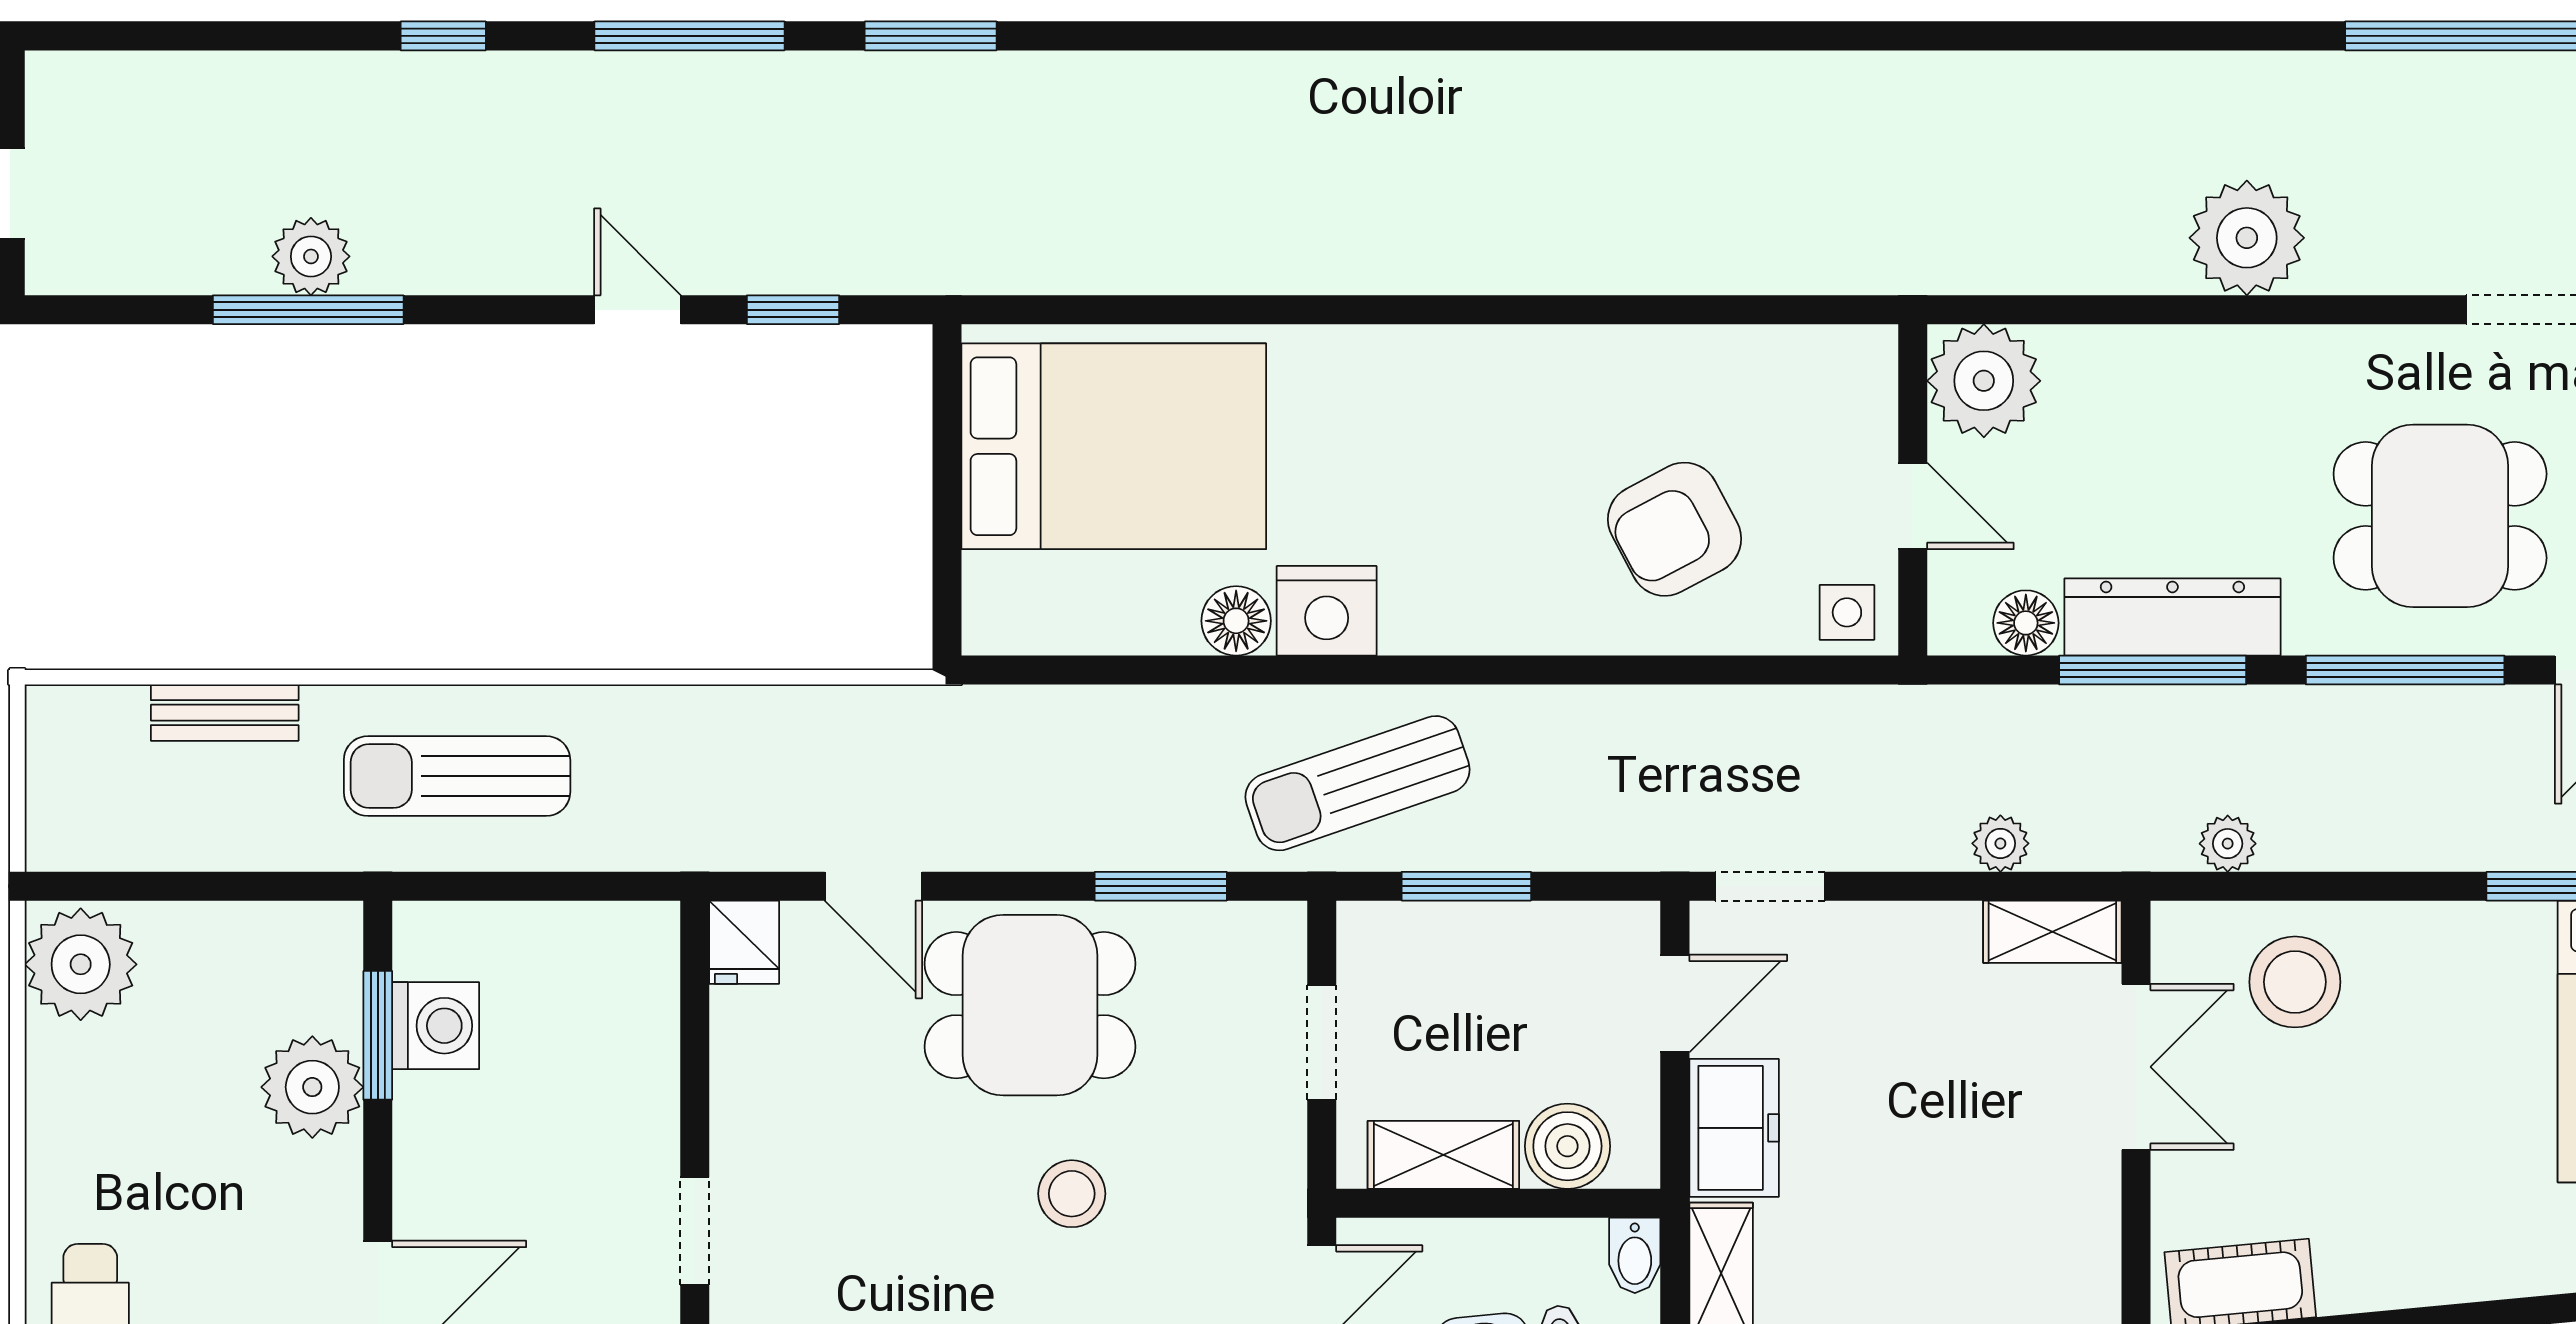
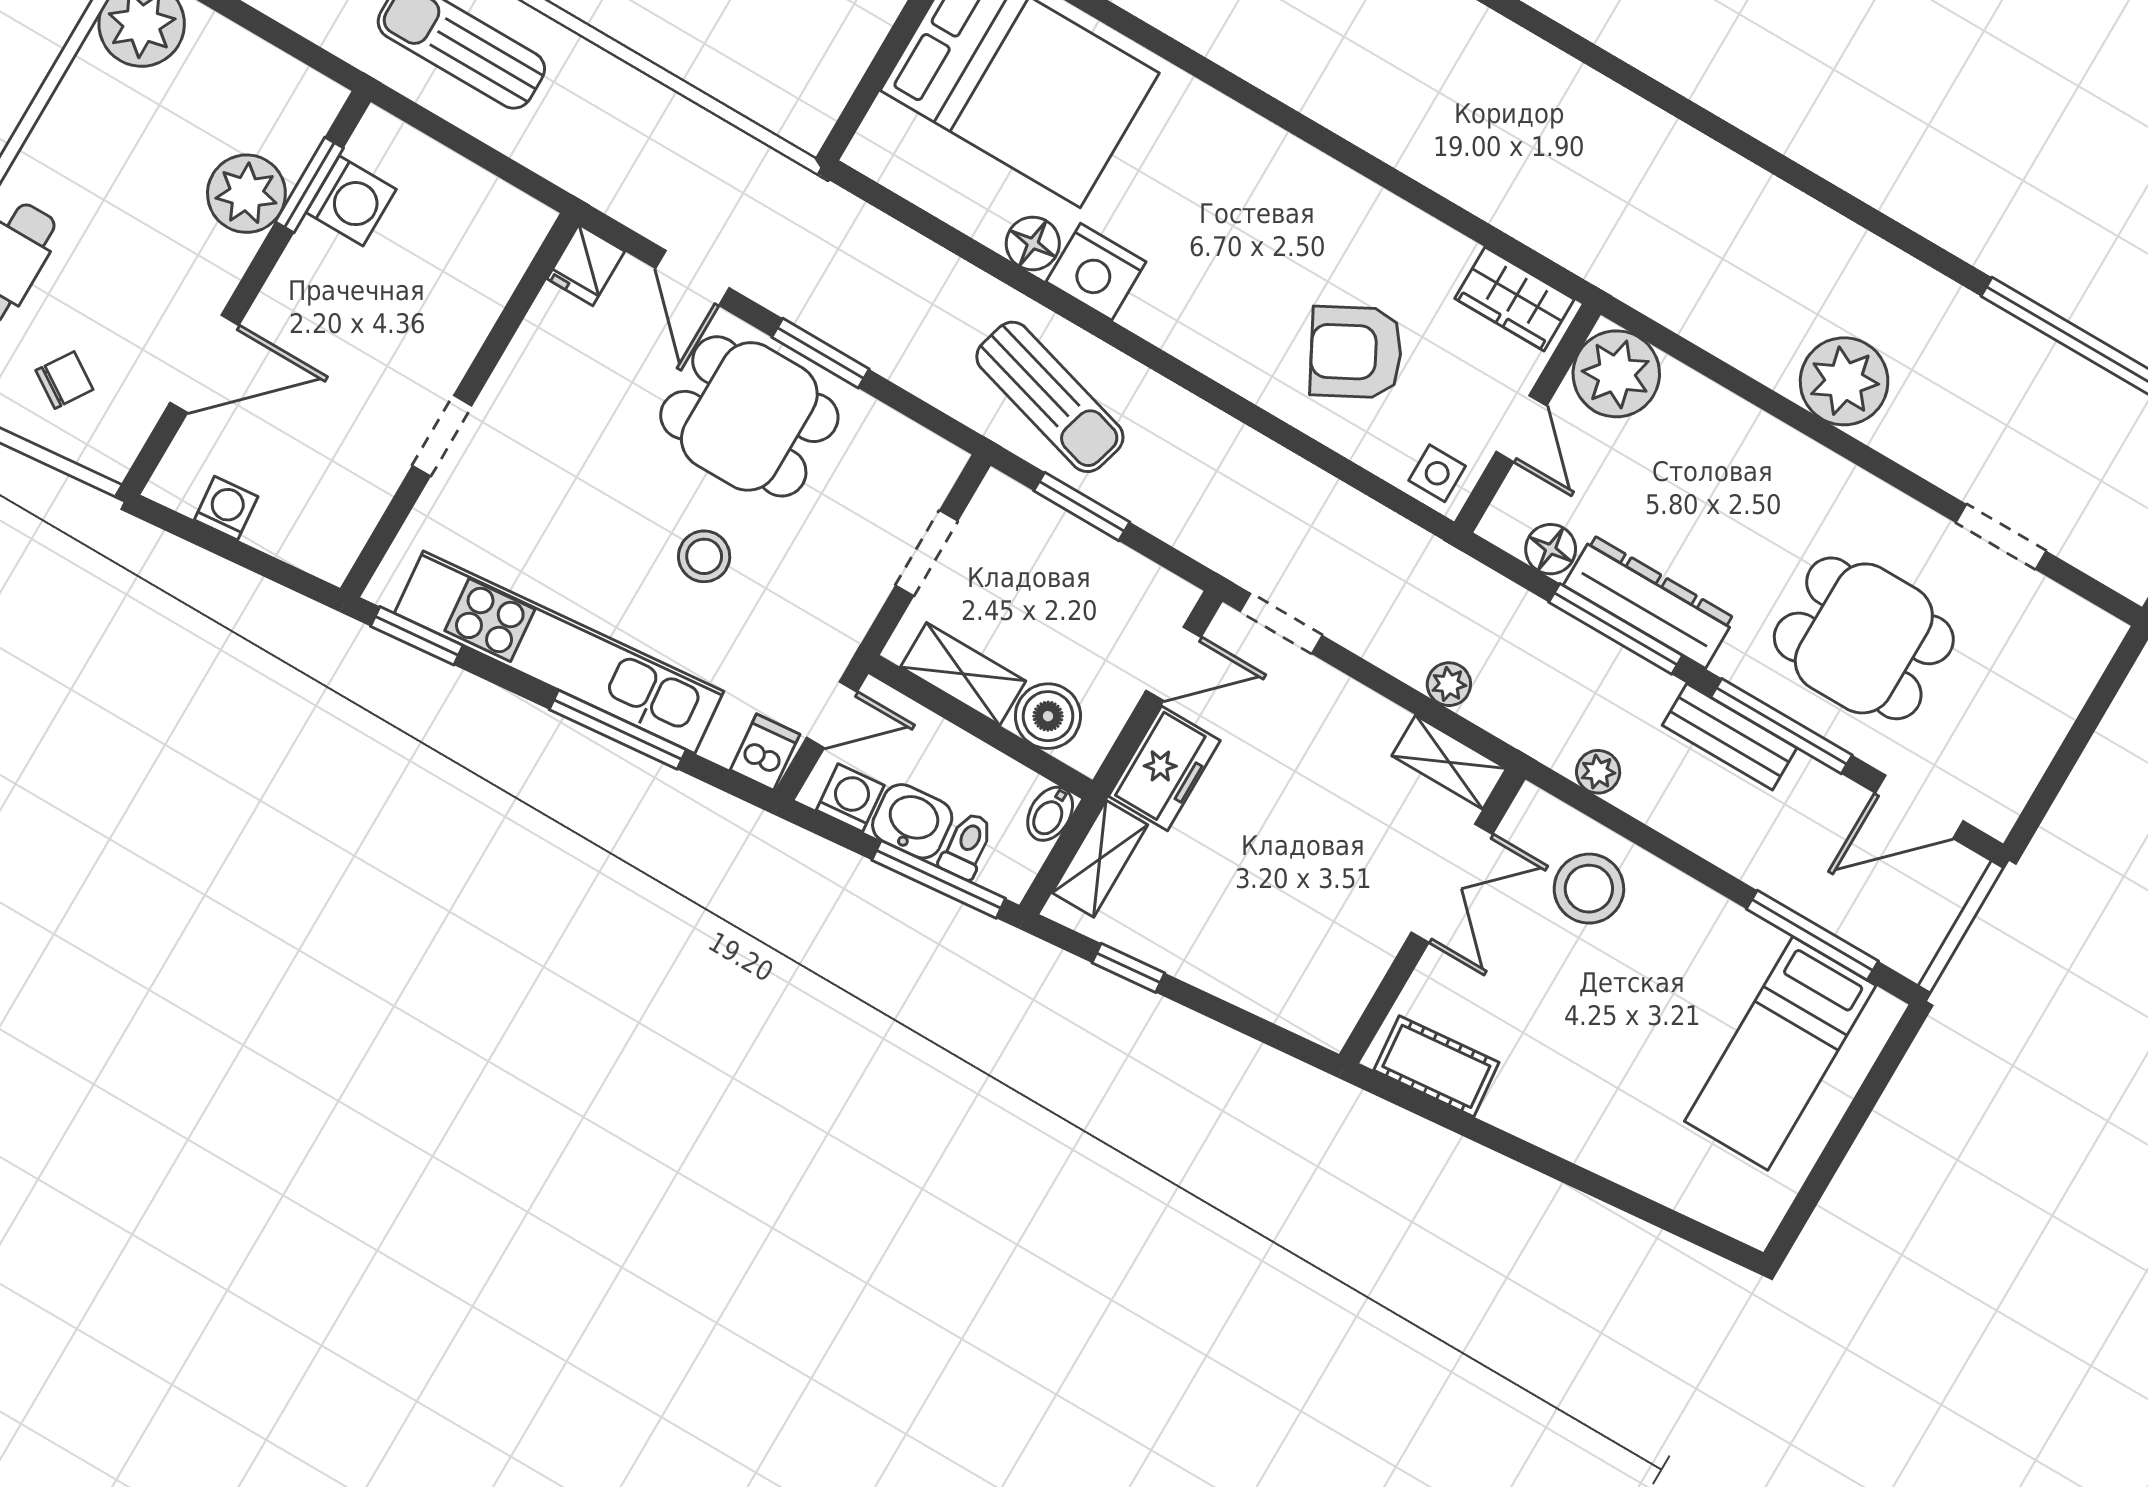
wardrobe: (1819, 364) -> (1514, 299), added
bench: (2353, 716) -> (1730, 737), added
sun lounger: (1357, 783) -> (1050, 397), turned -145
window: (1161, 886) -> (820, 353), moved

